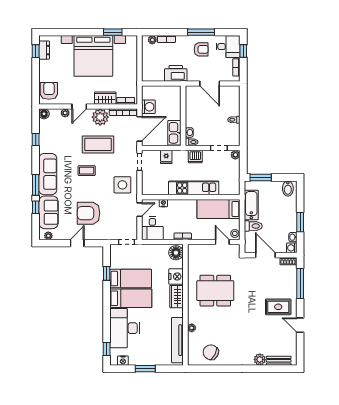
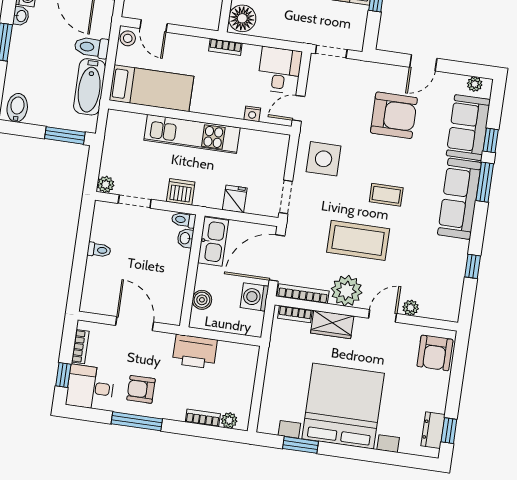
boiler: (176, 101) -> (202, 300), added
floor lamp: (44, 114) -> (450, 312), removed

